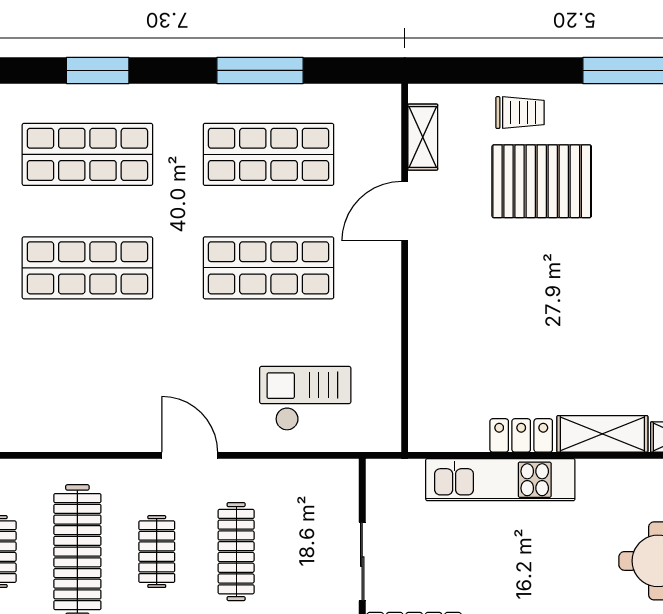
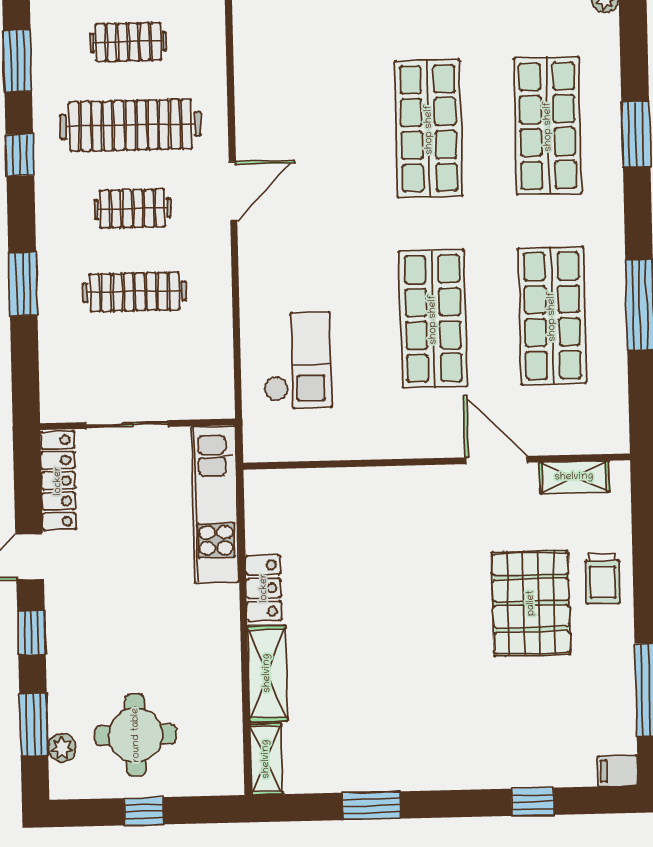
door: (190, 455) -> (233, 191), moved
kitchen unit: (500, 480) -> (215, 504), moved

